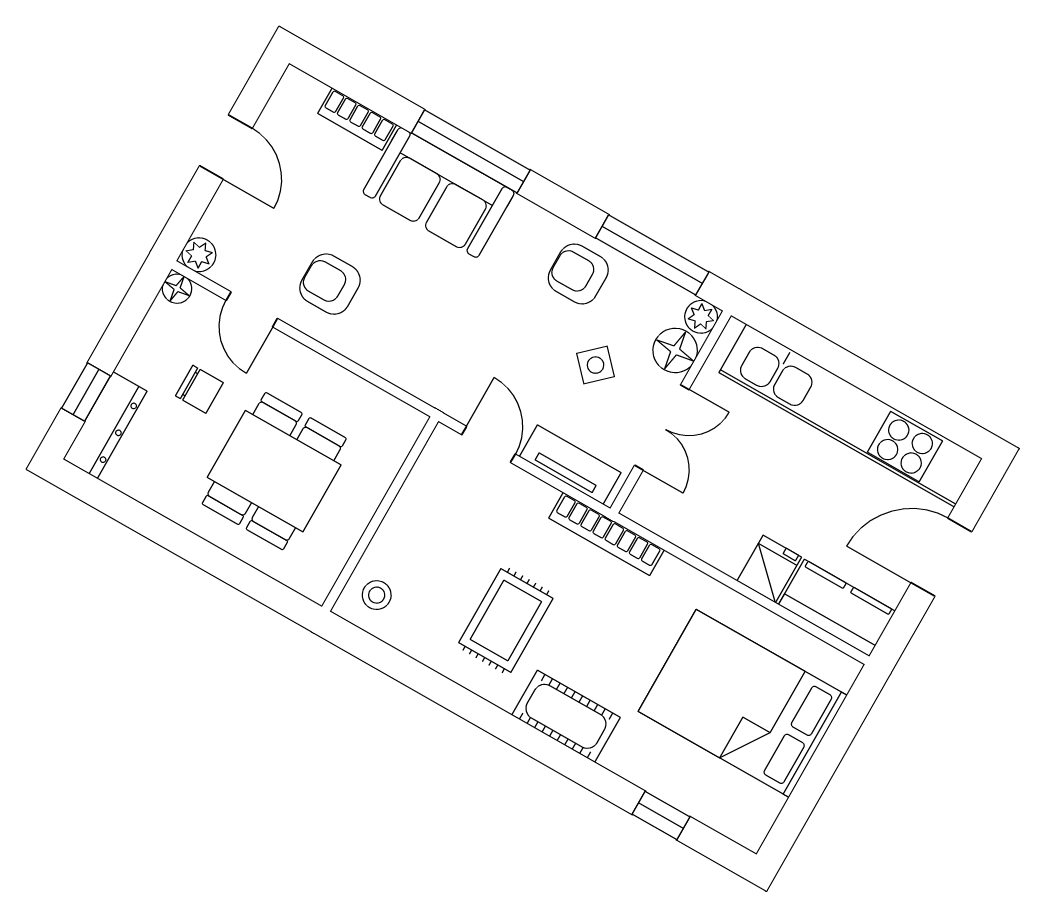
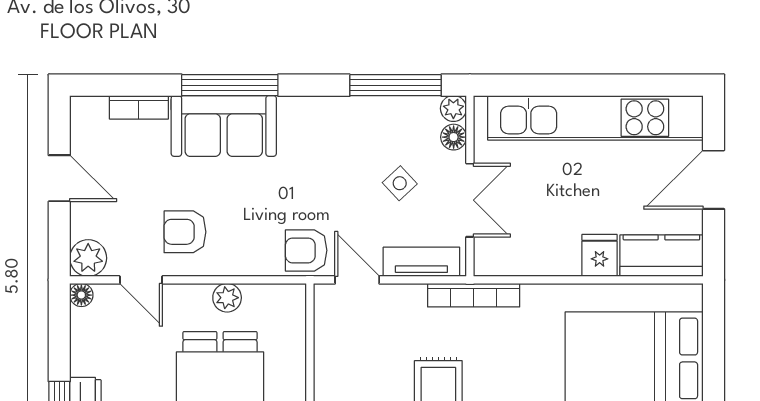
plant: (199, 255) -> (88, 258), width x1.38, depth x1.38
armchair: (578, 274) -> (306, 250), moved
floor lamp: (675, 350) -> (454, 137), width x0.73, depth x0.73
plant: (335, 383) -> (227, 298), added
chair: (199, 389) -> (136, 356), removed

